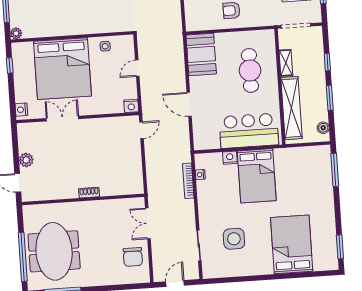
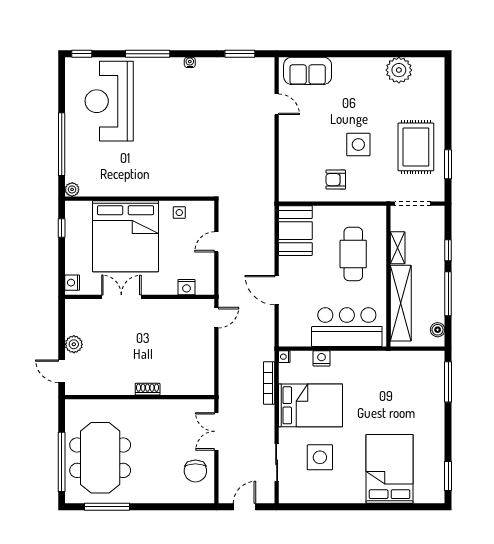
window: (330, 98) -> (448, 294), width x1.44
nightstand: (131, 106) -> (186, 287), moved
nightstand: (200, 175) -> (284, 357), moved
bed: (257, 176) -> (310, 405), moved, turned -90

